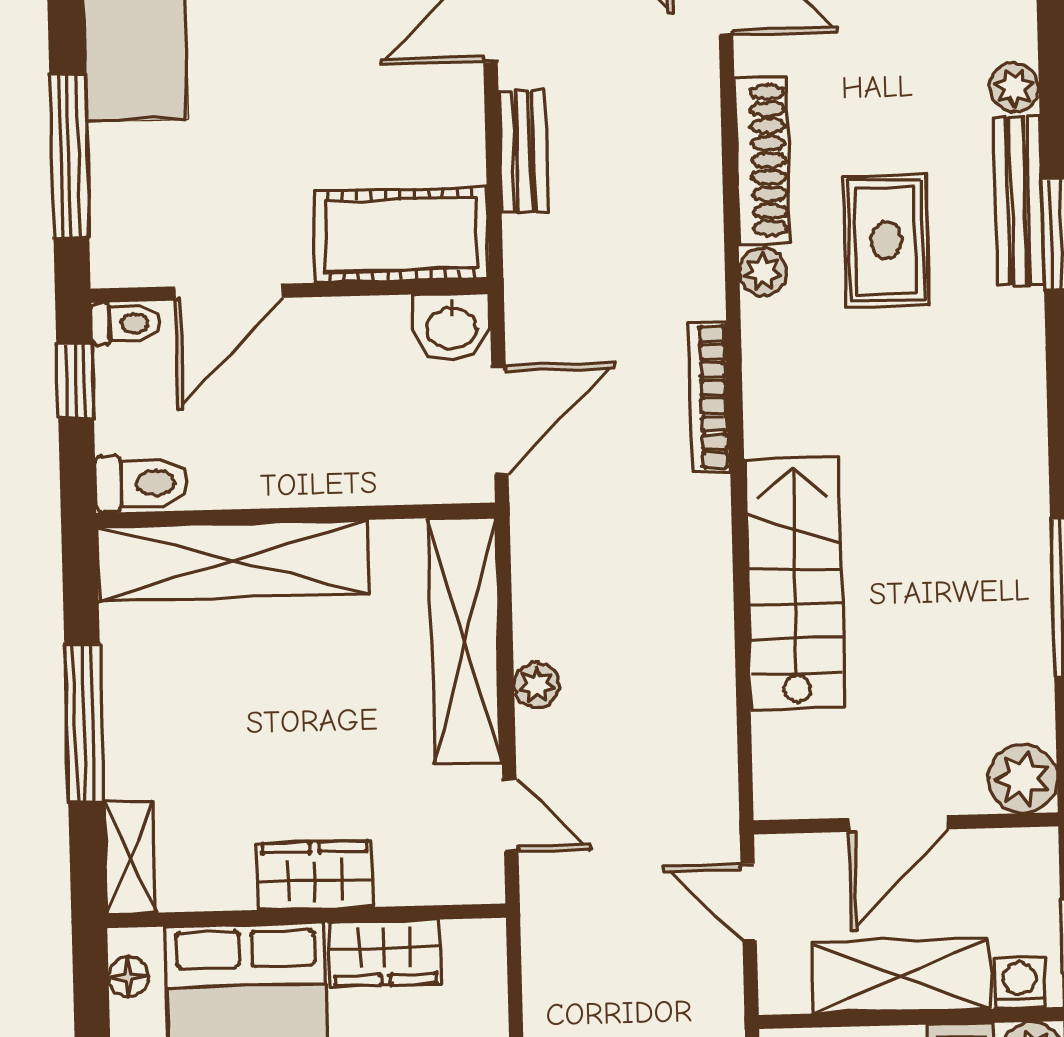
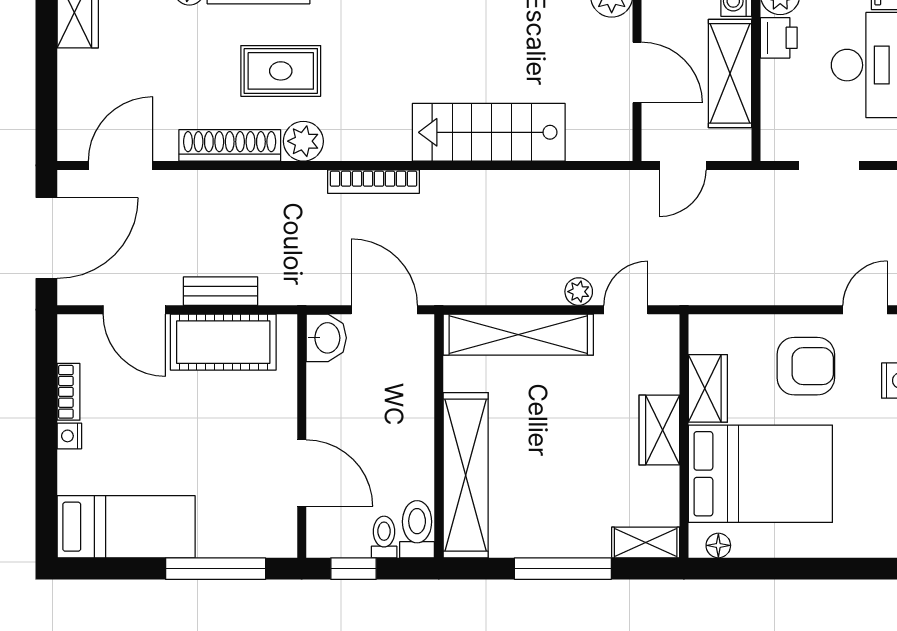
cot: (401, 235) -> (223, 342), moved, turned 90
plant: (763, 272) -> (303, 141), width x1.38, depth x1.38
toilet: (125, 323) -> (384, 537), moved
plant: (537, 685) -> (579, 292), moved

